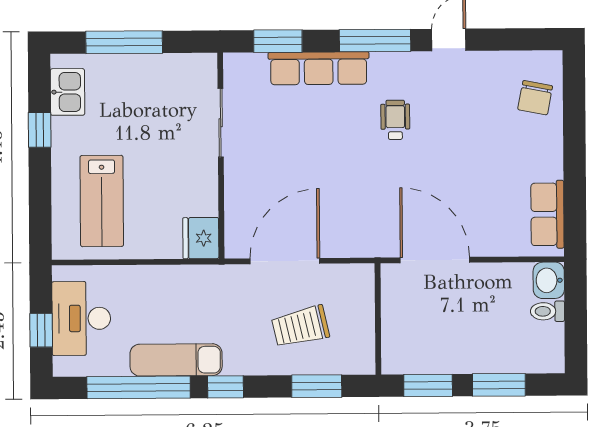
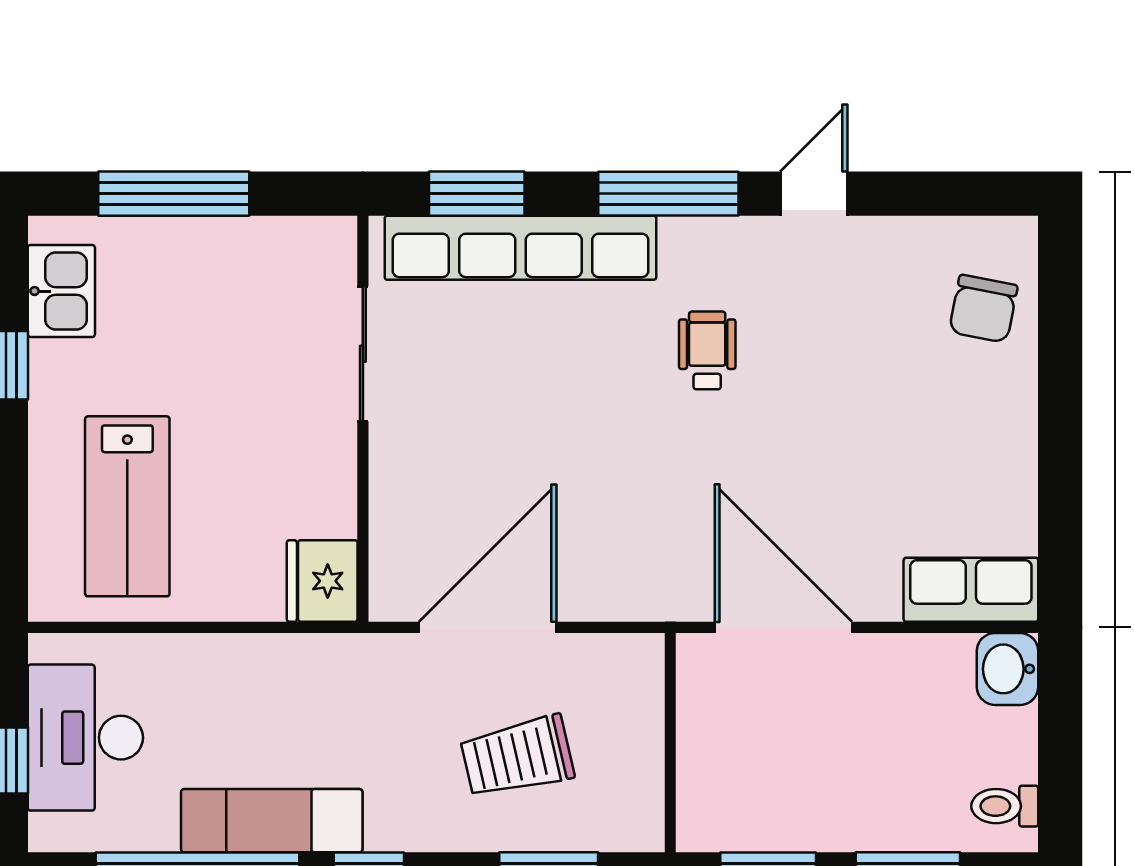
row of seats: (319, 68) -> (521, 248), width x1.36
row of seats: (547, 214) -> (971, 590), moved, turned 90
toilet: (548, 311) -> (1005, 806), moved

